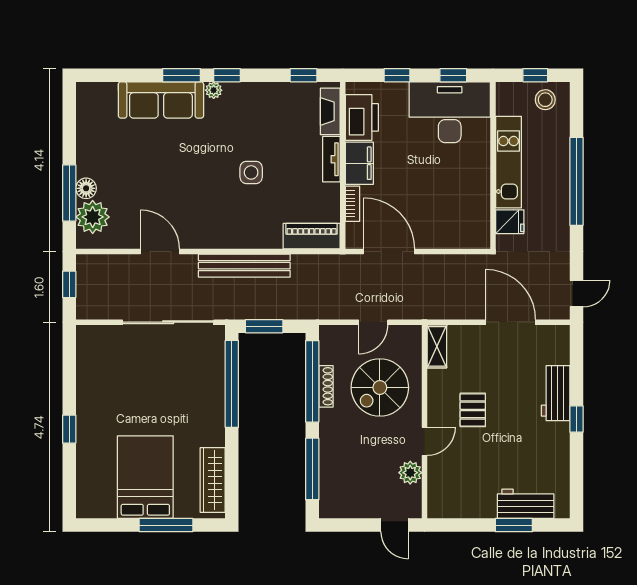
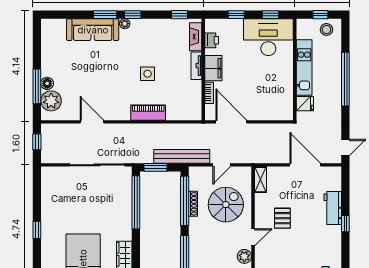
printer: (362, 117) -> (212, 40), width x0.53, depth x0.68
piano: (312, 236) -> (148, 113), moved
bench: (244, 266) -> (182, 156), moved
spiral stairs: (380, 388) -> (226, 205), turned 180

